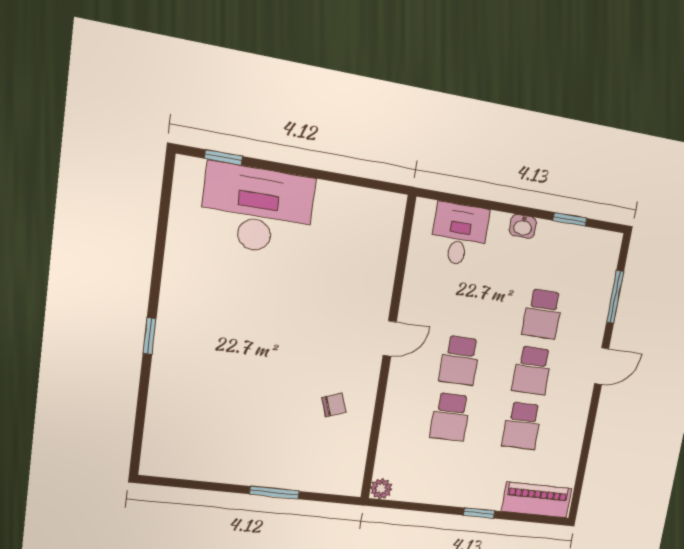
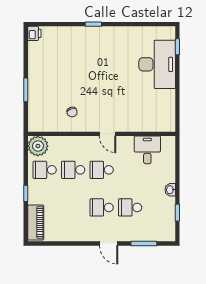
desk: (459, 234) -> (147, 150), moved, turned -90
school desk: (522, 426) -> (45, 170), moved
printer: (156, 463) -> (34, 33), added
plant: (381, 489) -> (38, 146), width x1.87, depth x1.87

